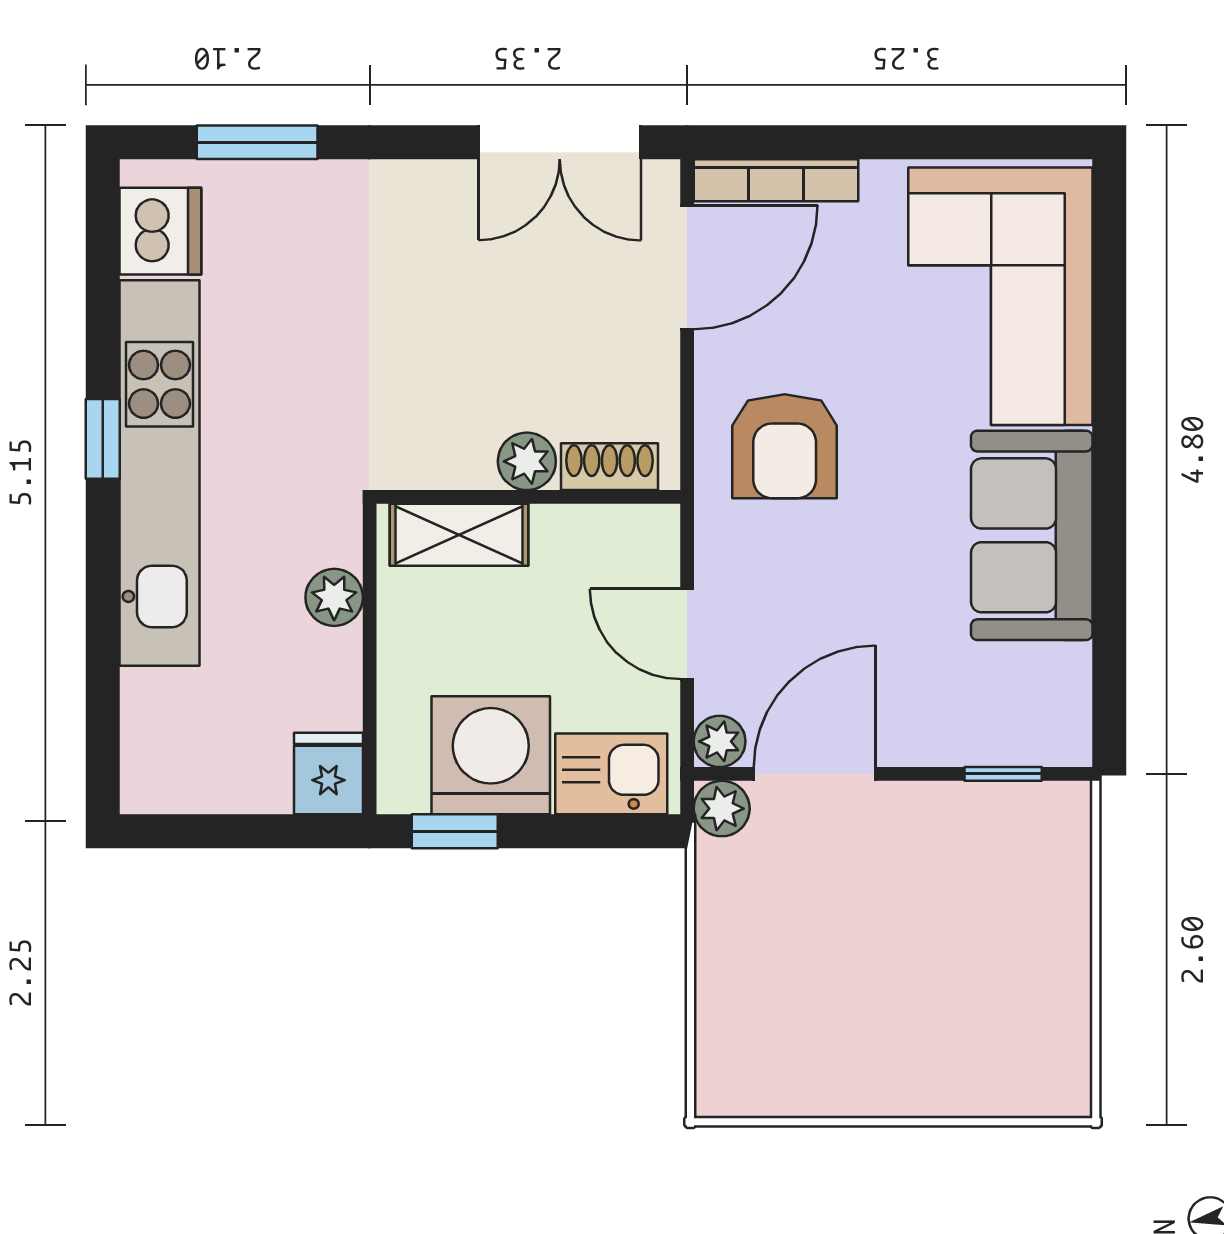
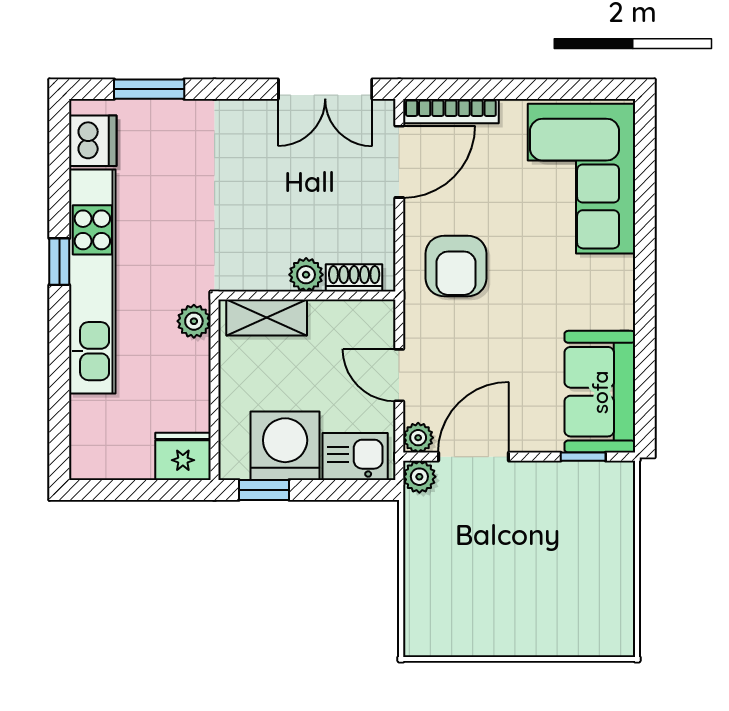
sofa: (1032, 535) -> (600, 392), moved
plant: (334, 597) -> (194, 321), moved
fridge: (328, 774) -> (183, 456), width x1.38

